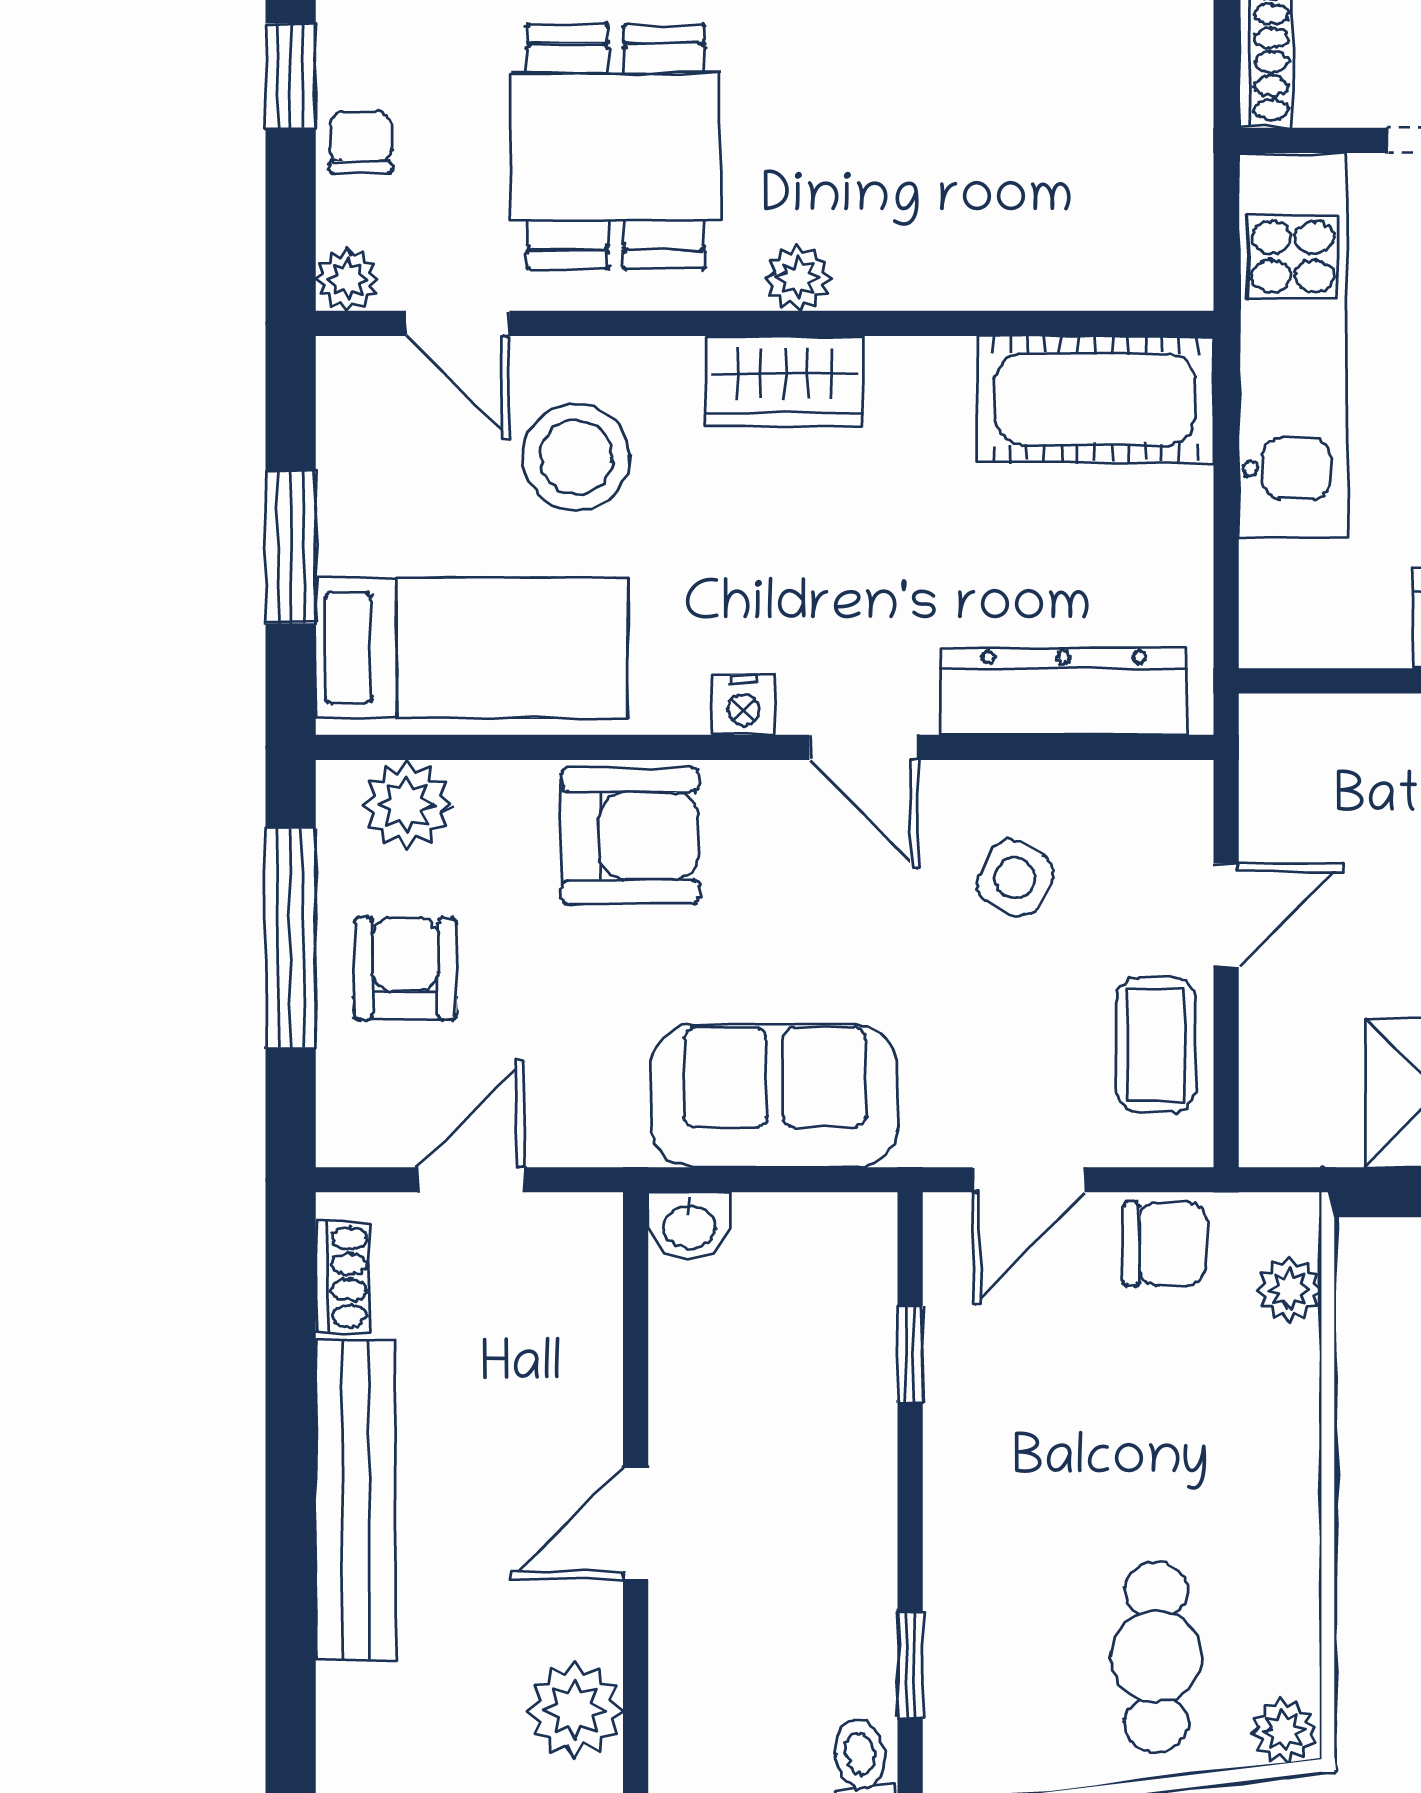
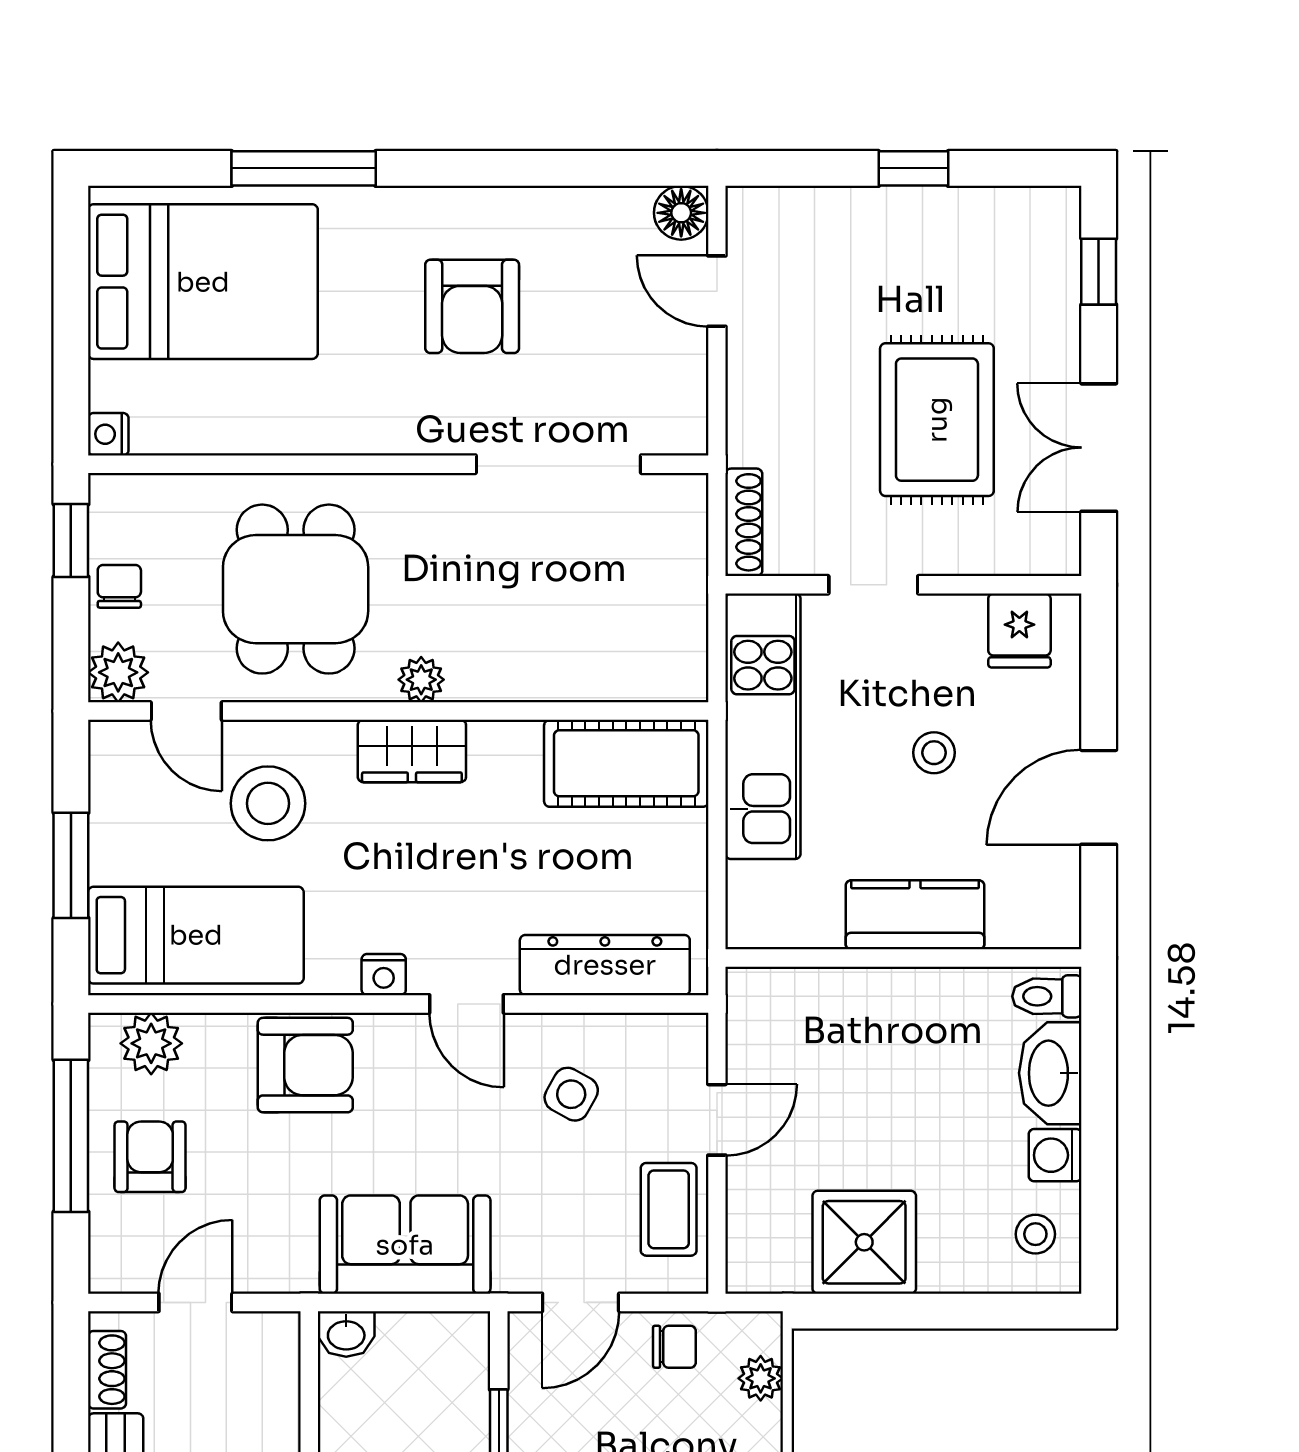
plant: (347, 279) -> (118, 672), width x1.38, depth x1.38
chair: (1165, 1244) -> (674, 1347), width x0.73, depth x0.73

